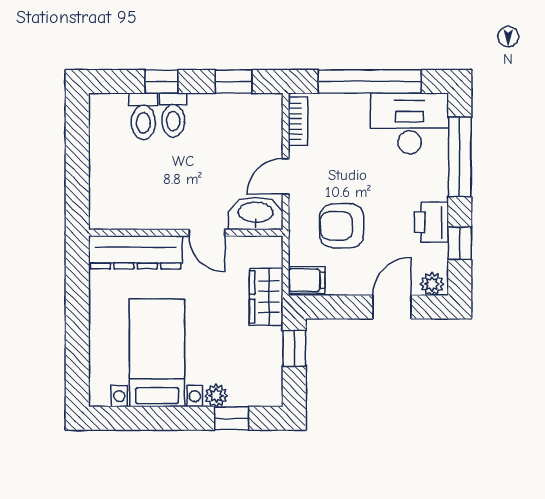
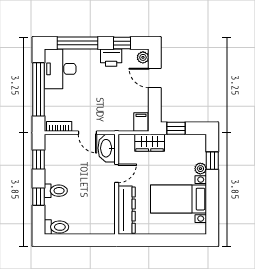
toilet: (143, 116) -> (57, 227), moved
armchair: (342, 226) -> (113, 104), removed

